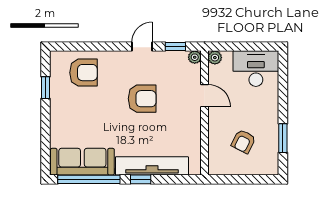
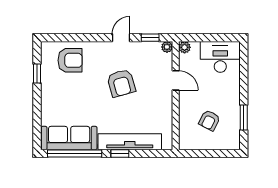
armchair: (142, 99) -> (121, 83), turned 74

